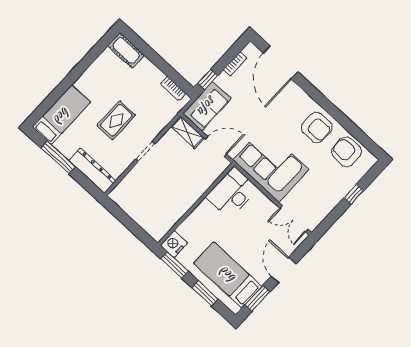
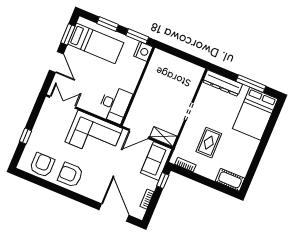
bed: (62, 115) -> (255, 114), width x1.50
rug: (116, 120) -> (209, 143), moved
armchair: (347, 152) -> (42, 165), turned -90

